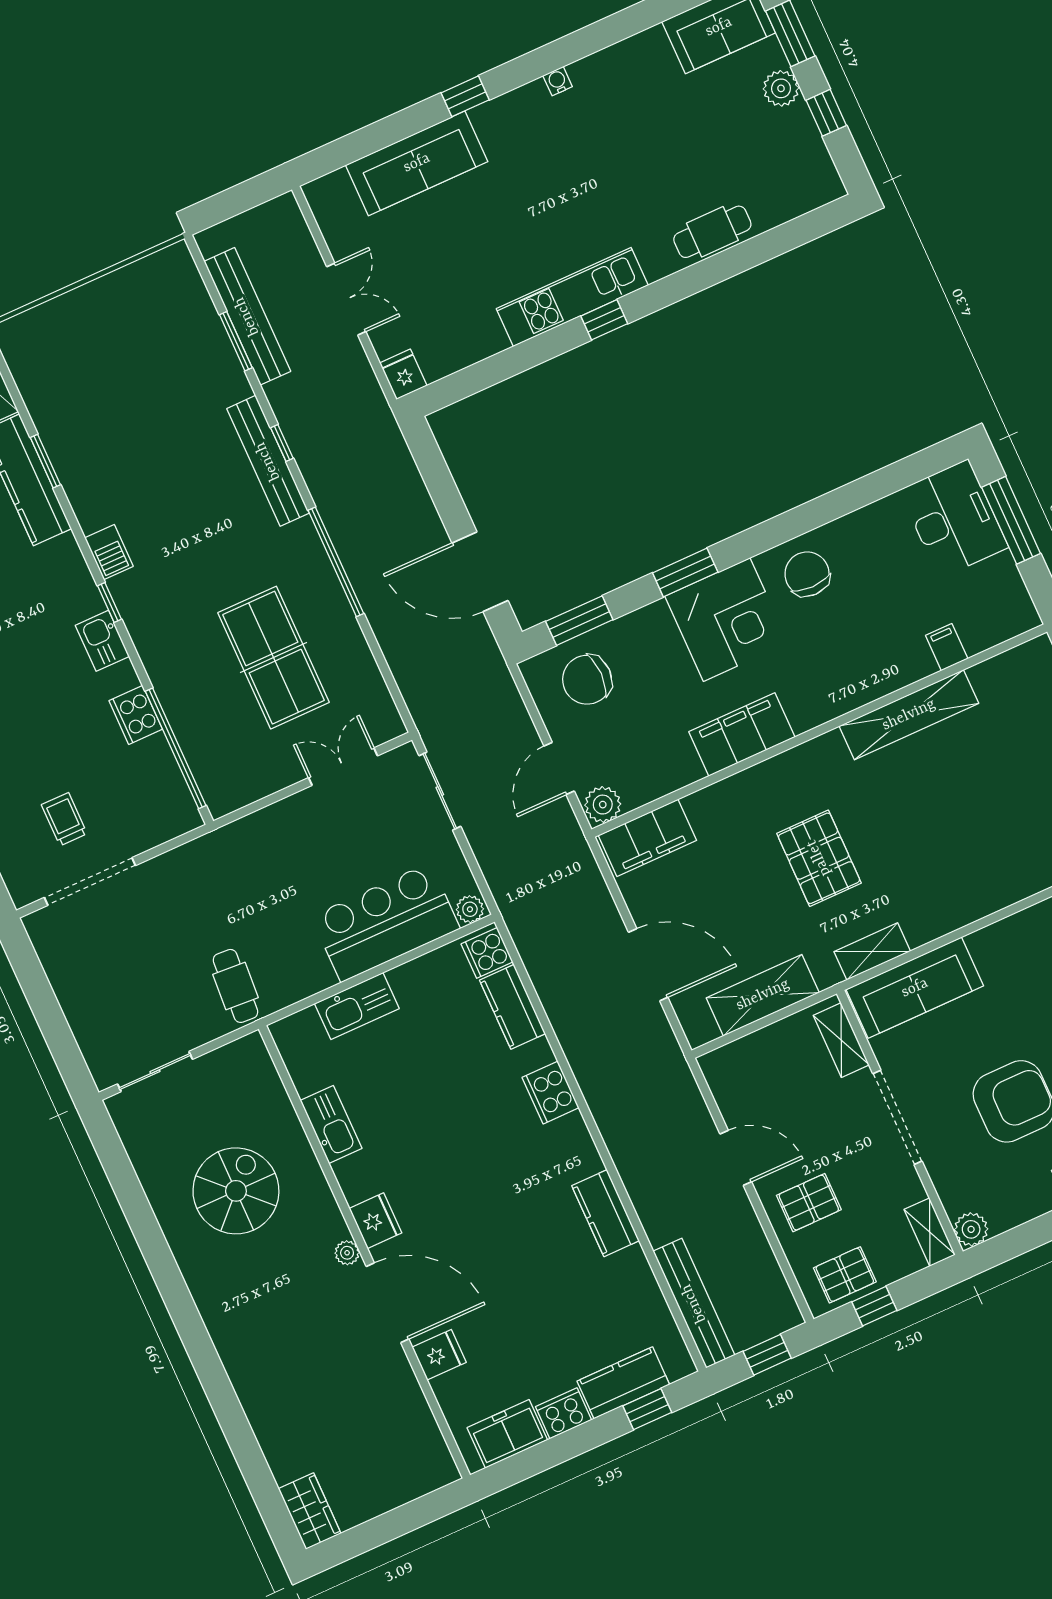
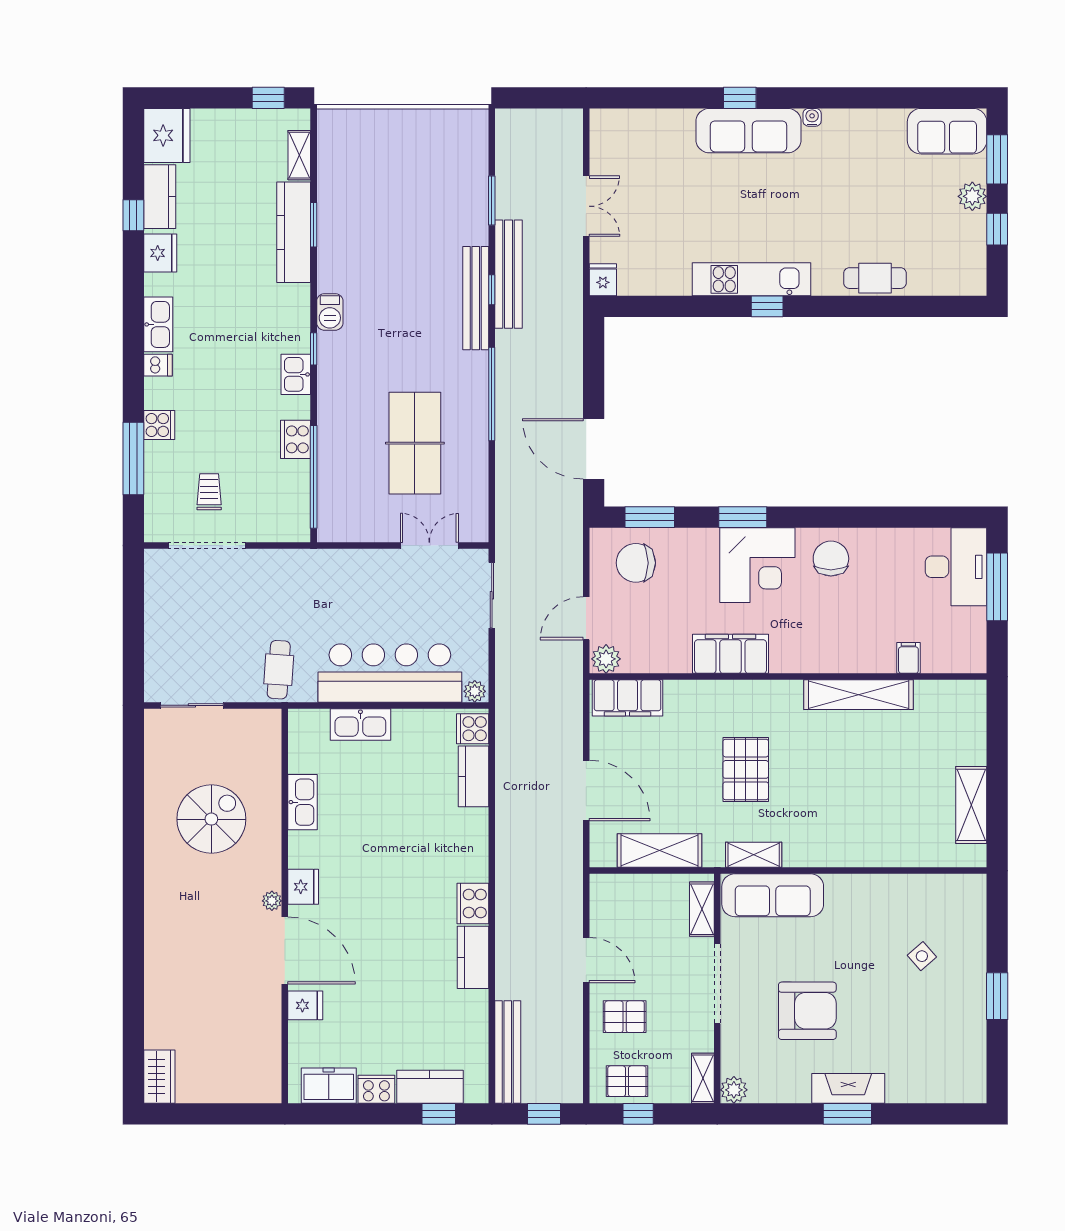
sofa: (417, 163) -> (748, 131), moved
bench: (247, 316) -> (509, 274), moved
bar counter: (386, 922) -> (390, 673), width x1.36
cooker: (551, 1093) -> (473, 904), moved

